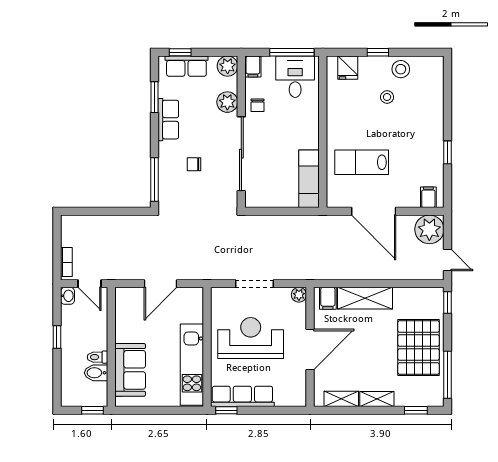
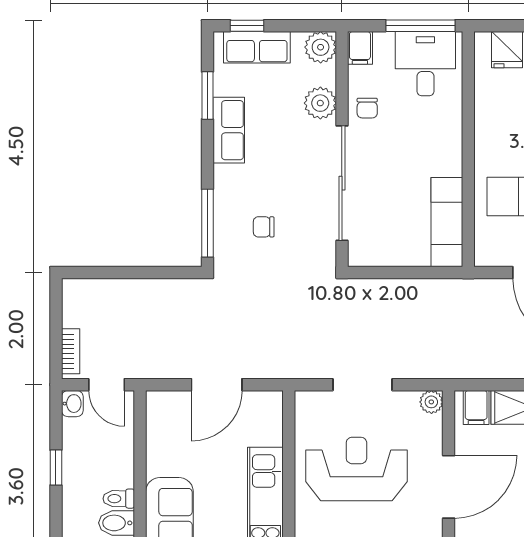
chair: (194, 164) -> (264, 227), moved

